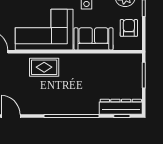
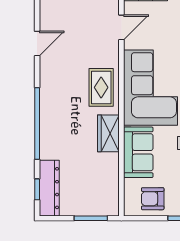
armchair: (129, 28) -> (153, 199), turned 180
wardrobe: (79, 62) -> (108, 133), added

